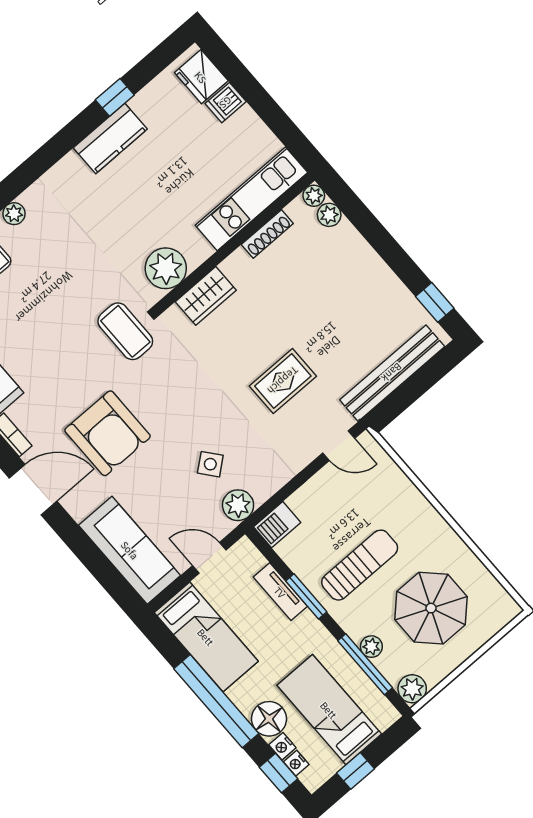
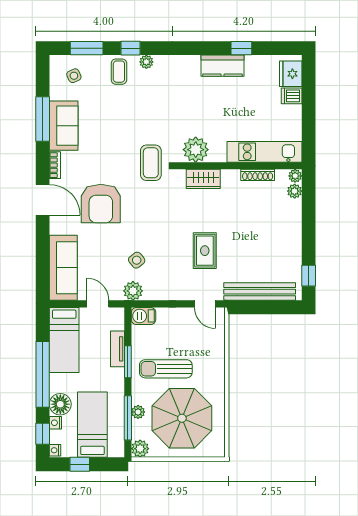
rug: (283, 381) -> (205, 251), turned 90
sun lounger: (360, 565) -> (166, 369), turned 180
parasol: (431, 608) -> (182, 418), width x1.36, depth x1.36
nightstand: (296, 763) -> (55, 450), moved

